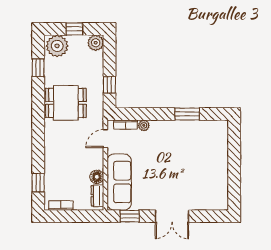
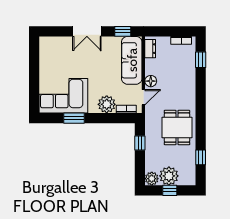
plant: (57, 46) -> (169, 176), moved
dining table: (66, 103) -> (177, 128), turned 90
plant: (144, 125) -> (107, 104), width x1.88, depth x1.88
corner sofa: (200, 140) -> (63, 96), added
floor lamp: (97, 177) -> (151, 81), moved
double door: (172, 216) -> (87, 31), swing flipped

